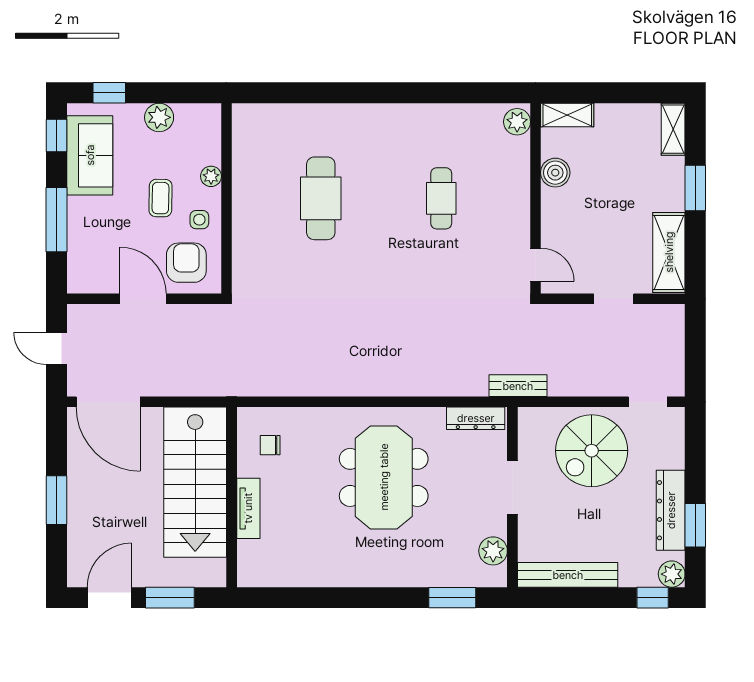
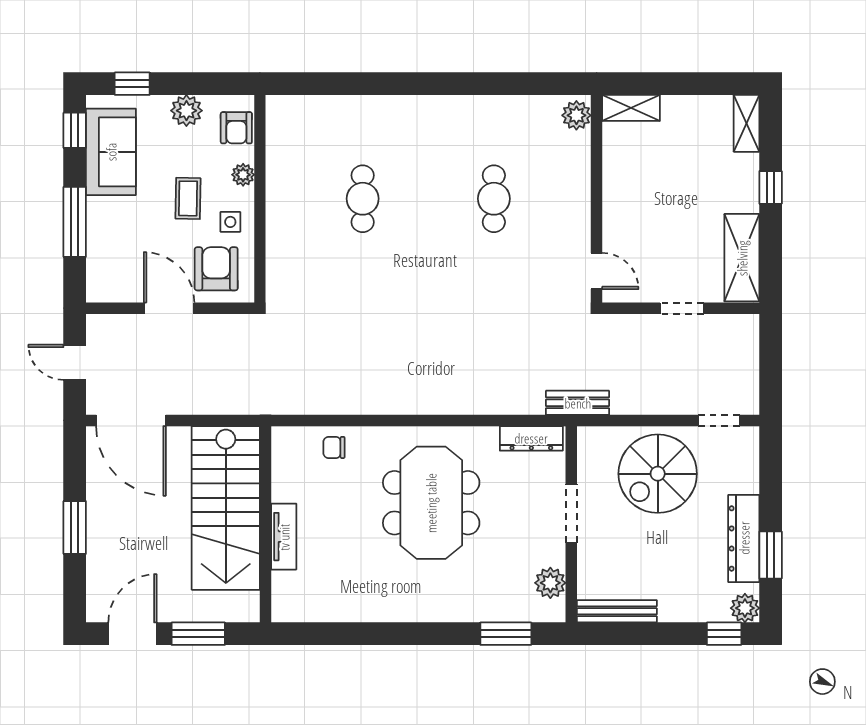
armchair: (205, 133) -> (236, 128), added
boiler: (555, 173) -> (618, 171), removed
window: (695, 188) -> (771, 187), width x0.67
cafe table: (321, 198) -> (363, 199), width x0.73, depth x0.74
chair: (270, 445) -> (334, 447), moved
bench: (568, 575) -> (617, 611), width x0.73, depth x0.82

